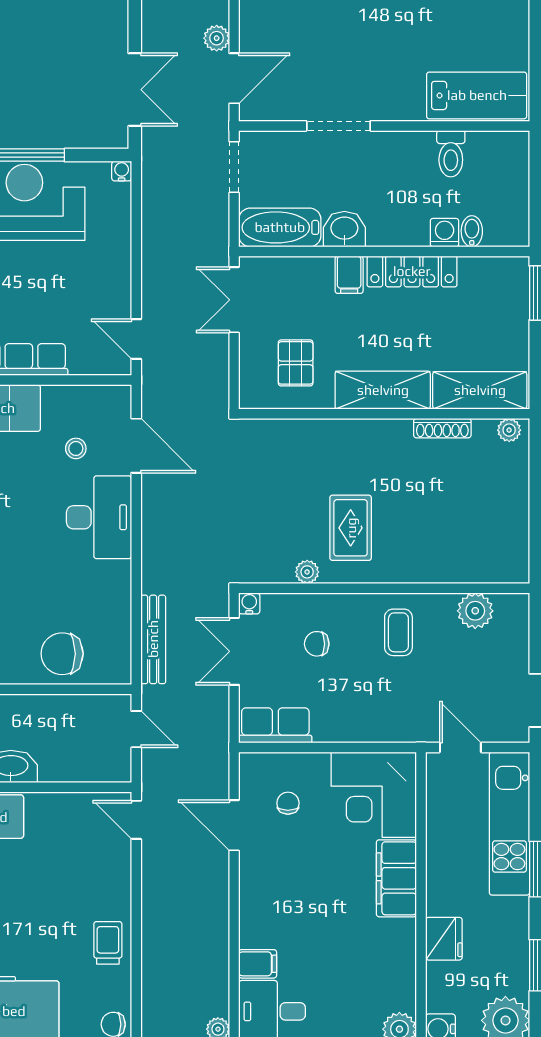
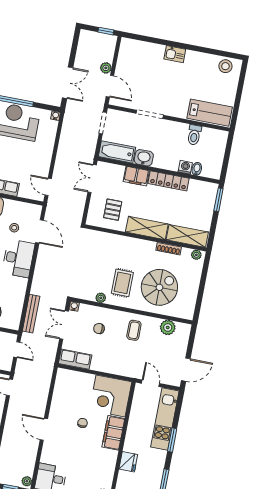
door: (234, 78) -> (110, 86), hinge flipped
filing cabinet: (349, 275) -> (136, 176), width x2.00
spiral stairs: (438, 522) -> (159, 287), added
chair: (288, 803) -> (82, 423), moved
door: (234, 825) -> (44, 429), moved
filing cabinet: (258, 964) -> (49, 457), removed

